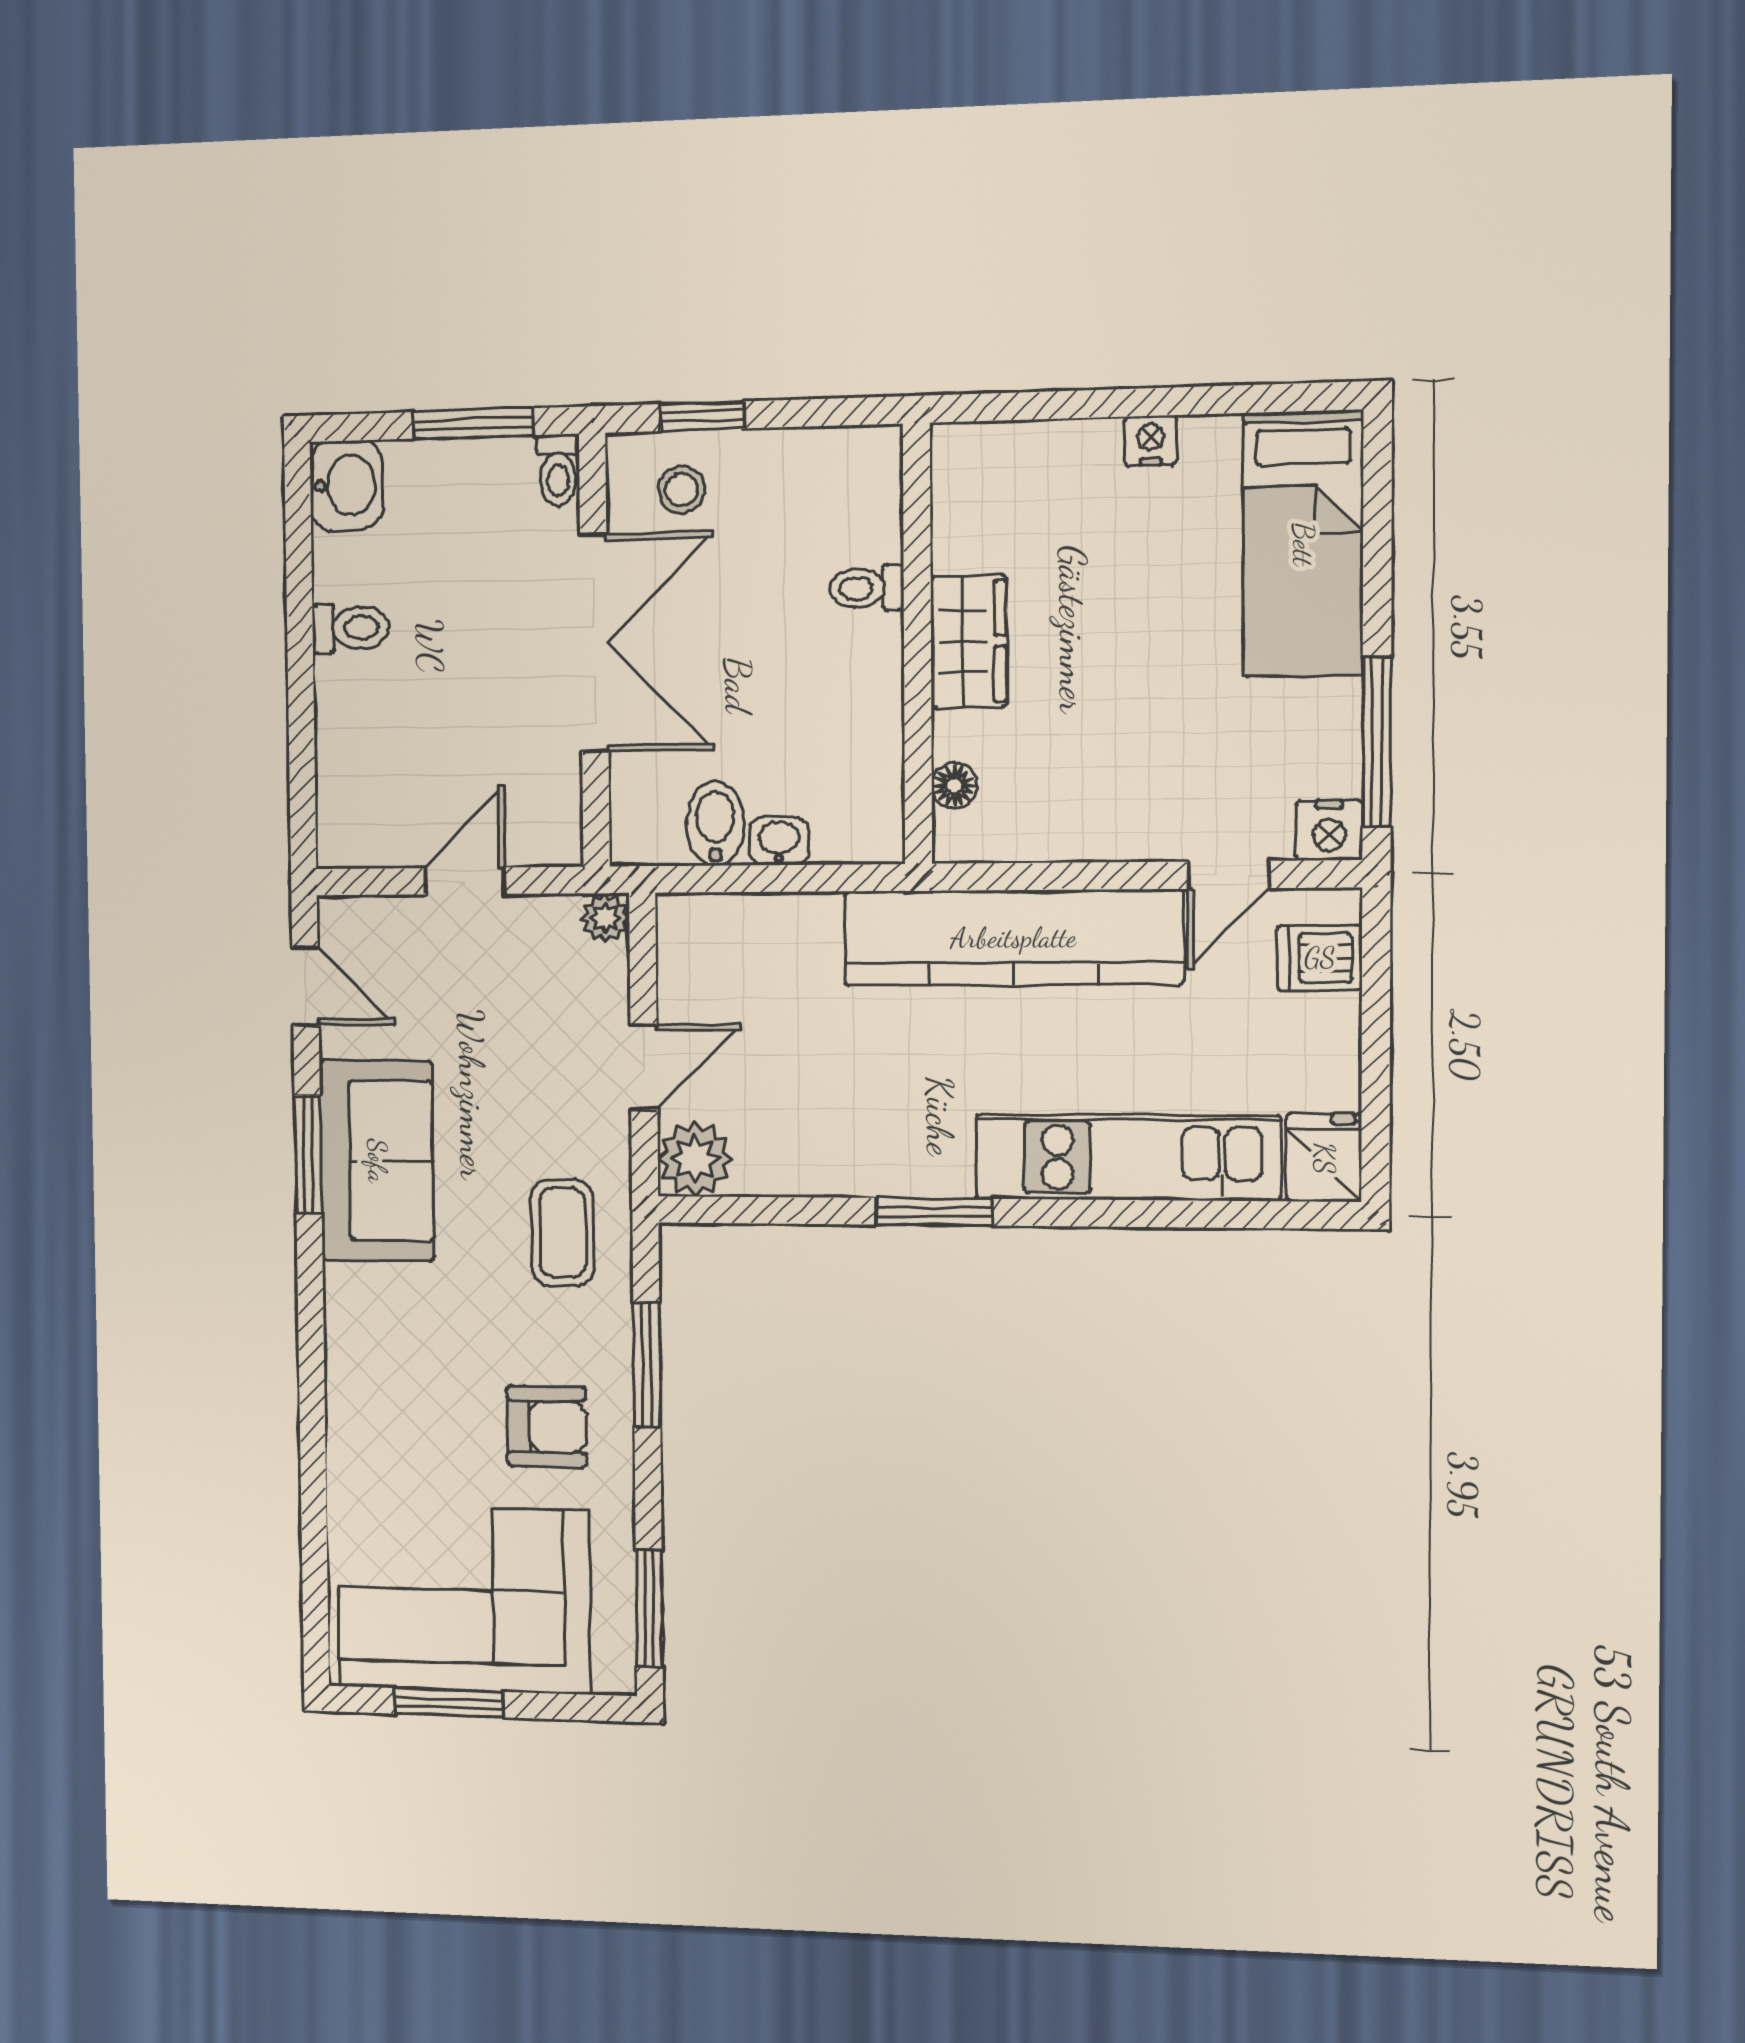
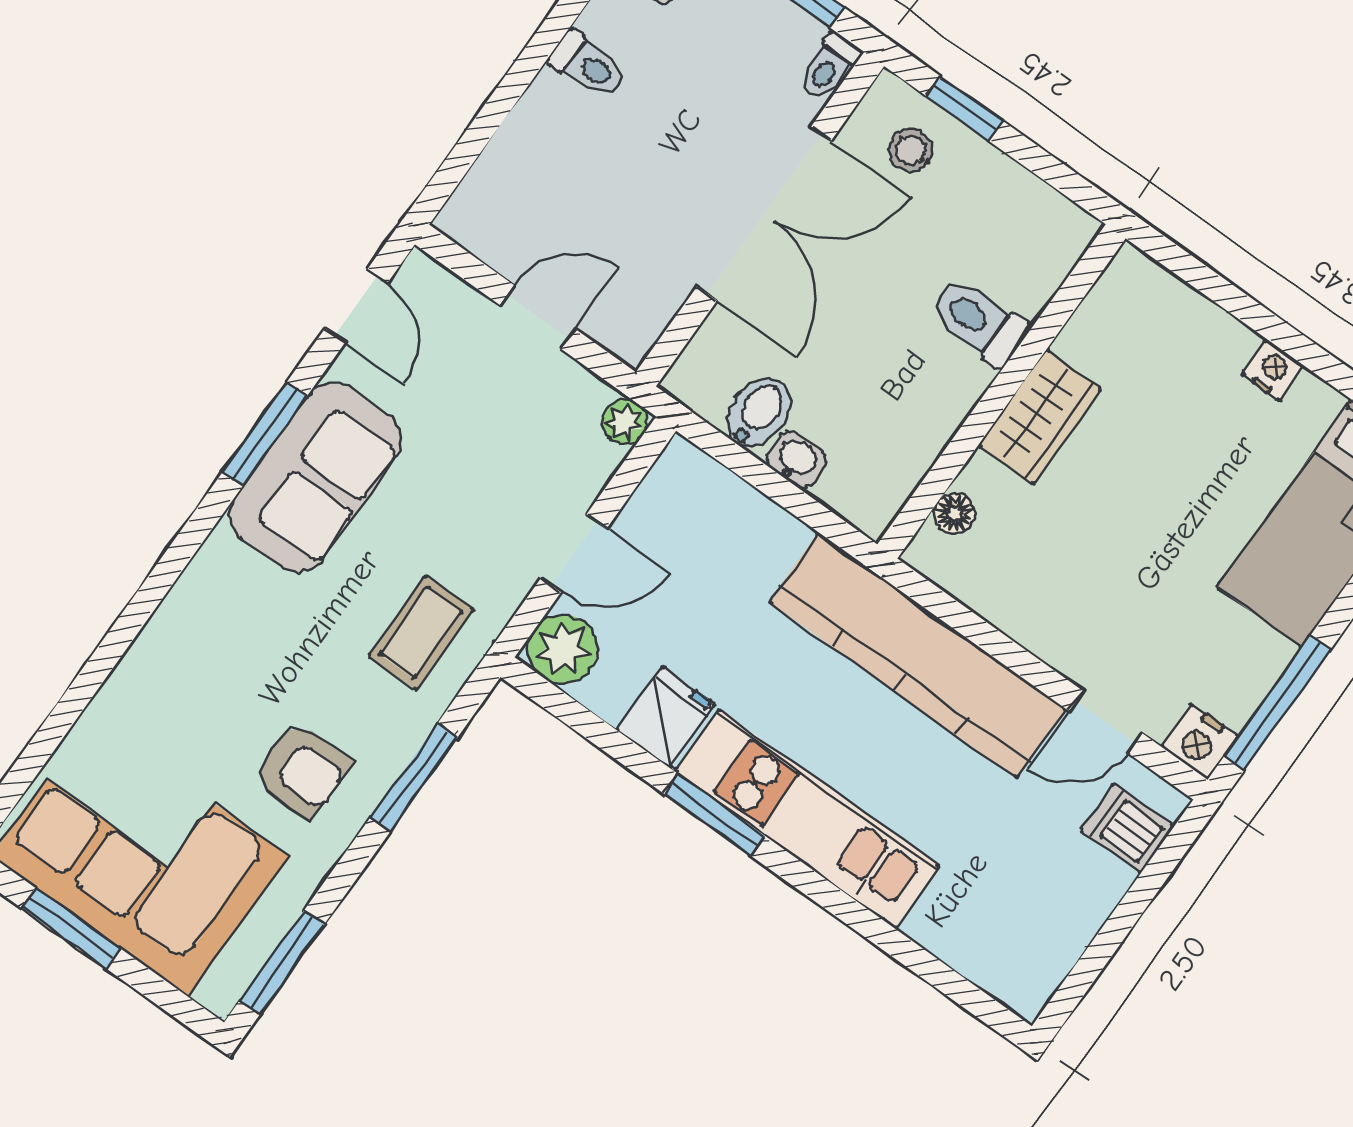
toilet: (866, 588) -> (979, 322), width x1.37, depth x1.39
kitchen unit: (1127, 1157) -> (807, 819), moved
fridge: (1324, 1158) -> (666, 718), moved

